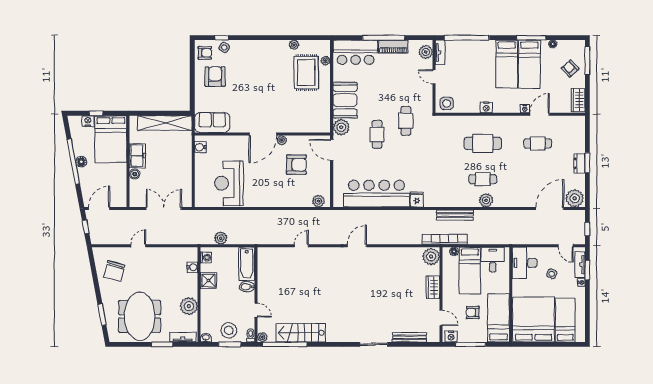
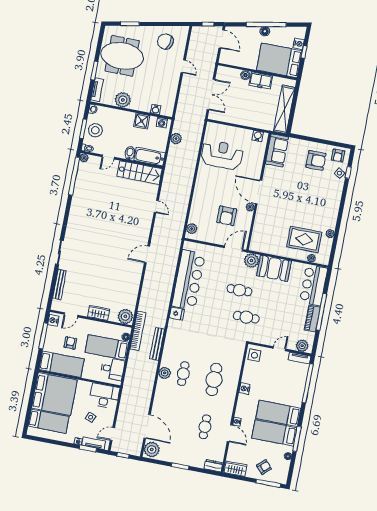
dresser: (579, 163) -> (213, 466), moved
door: (357, 246) -> (147, 254), swing flipped
stairs: (301, 333) -> (140, 173), moved, turned 90

